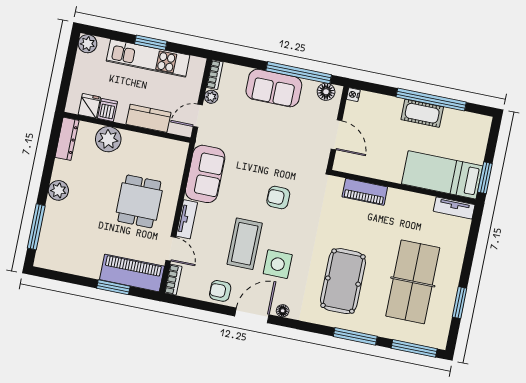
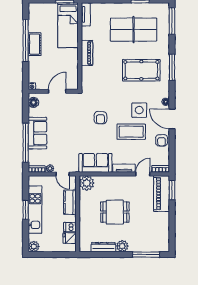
window: (299, 73) -> (26, 143), moved
dresser: (67, 139) -> (103, 247), moved
plant: (108, 139) -> (87, 183), moved
piano: (365, 192) -> (87, 53), moved
dining table: (139, 201) -> (115, 212), moved
window: (113, 287) -> (172, 190), moved
window: (355, 336) -> (172, 67), moved

